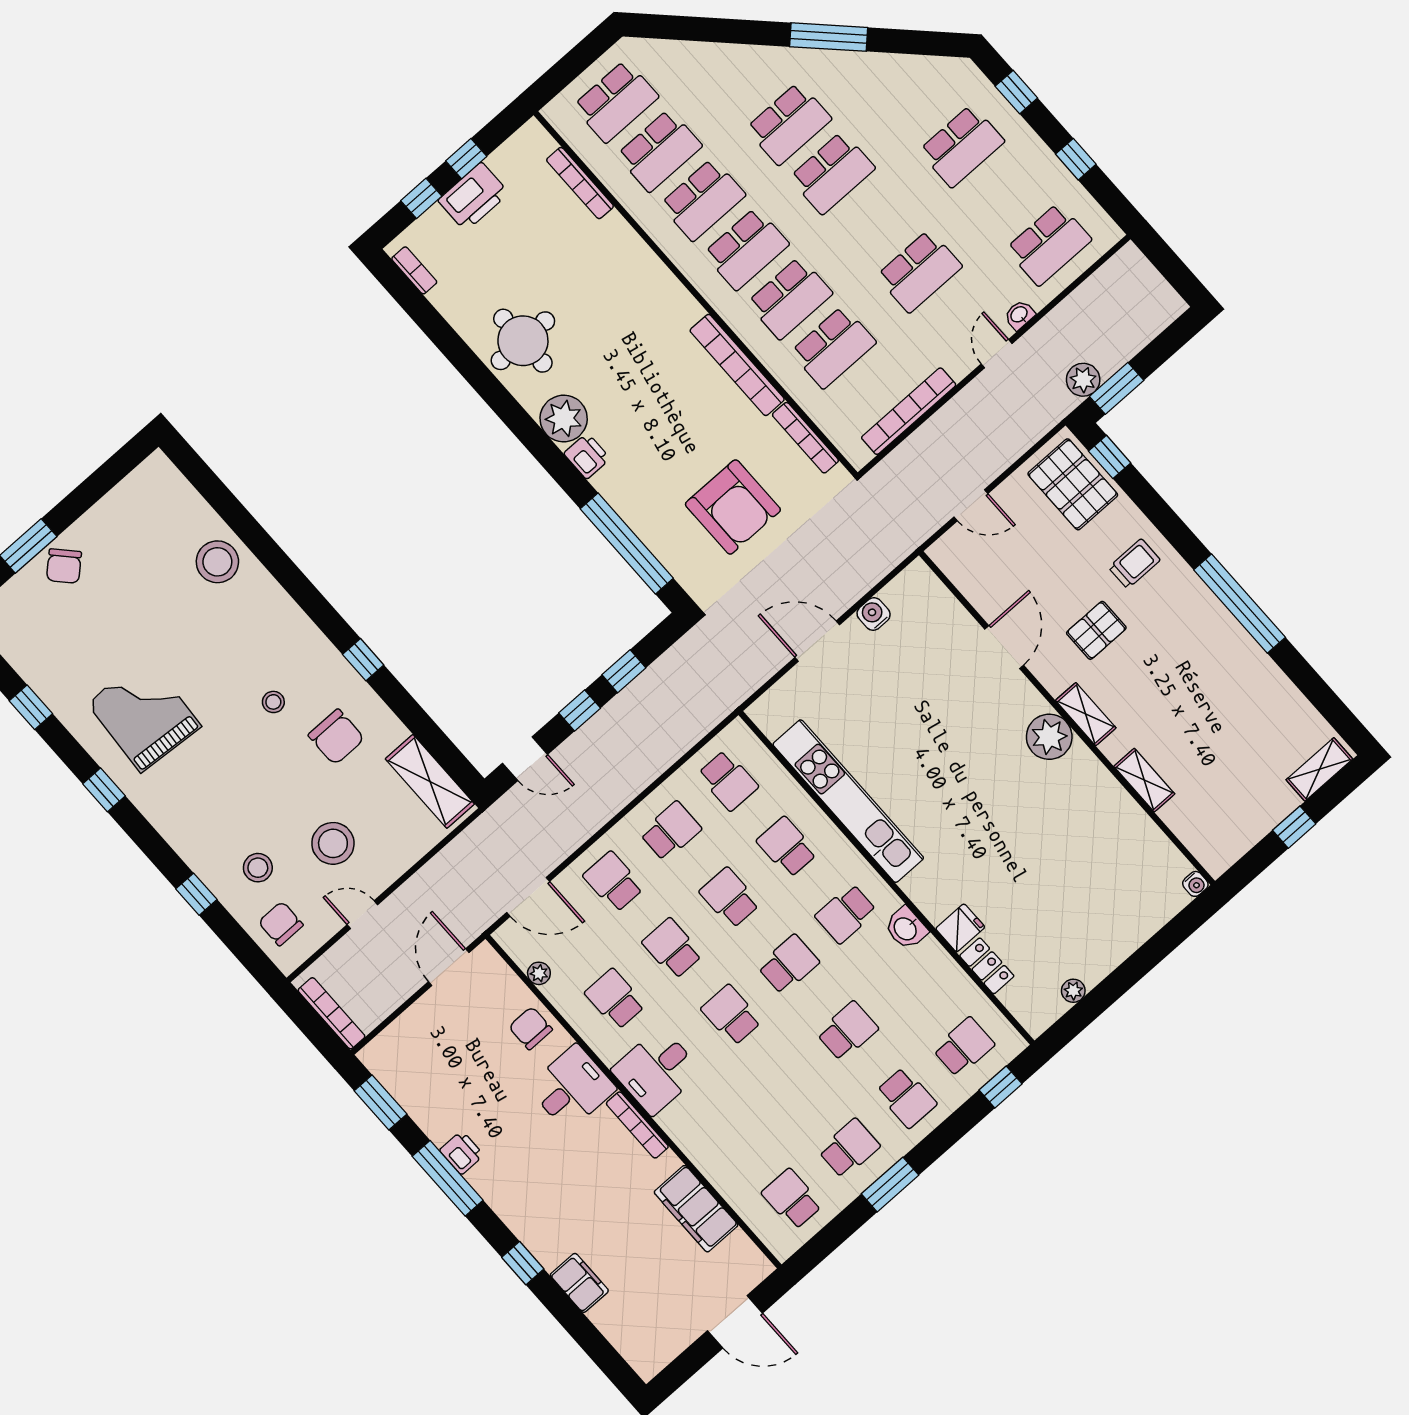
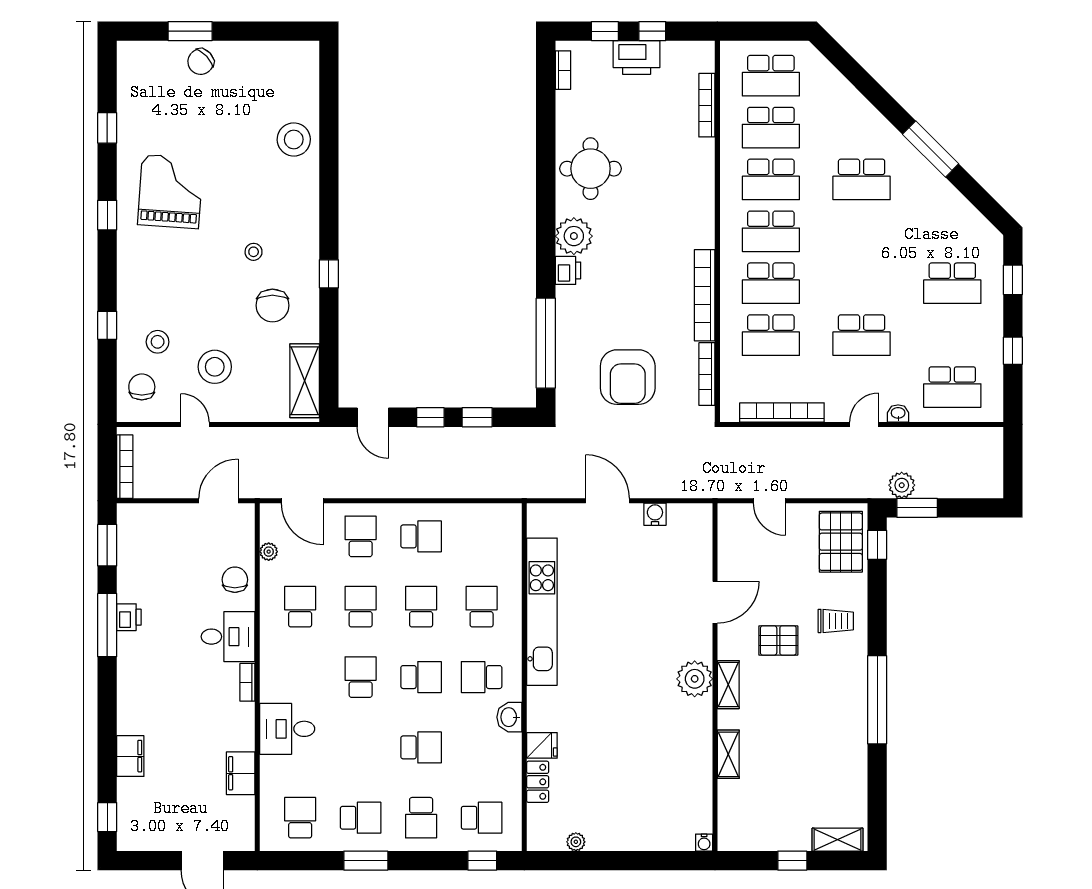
school desk: (832, 173) -> (862, 231), removed
school desk: (728, 780) -> (482, 536), removed
desk: (657, 1071) -> (287, 729), moved
bookcase: (637, 1125) -> (247, 682), width x0.64
filing cabinet: (696, 1209) -> (241, 773), width x0.67, depth x0.86
window: (523, 1263) -> (107, 817), moved

